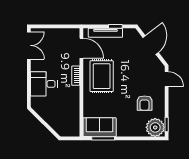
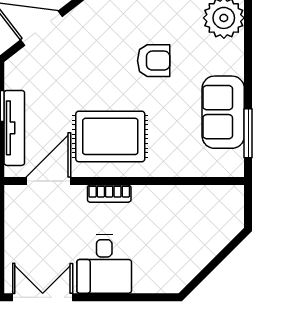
desk: (44, 84) -> (104, 264), moved
armchair: (145, 103) -> (154, 61), moved
sofa: (100, 127) -> (223, 112), moved

